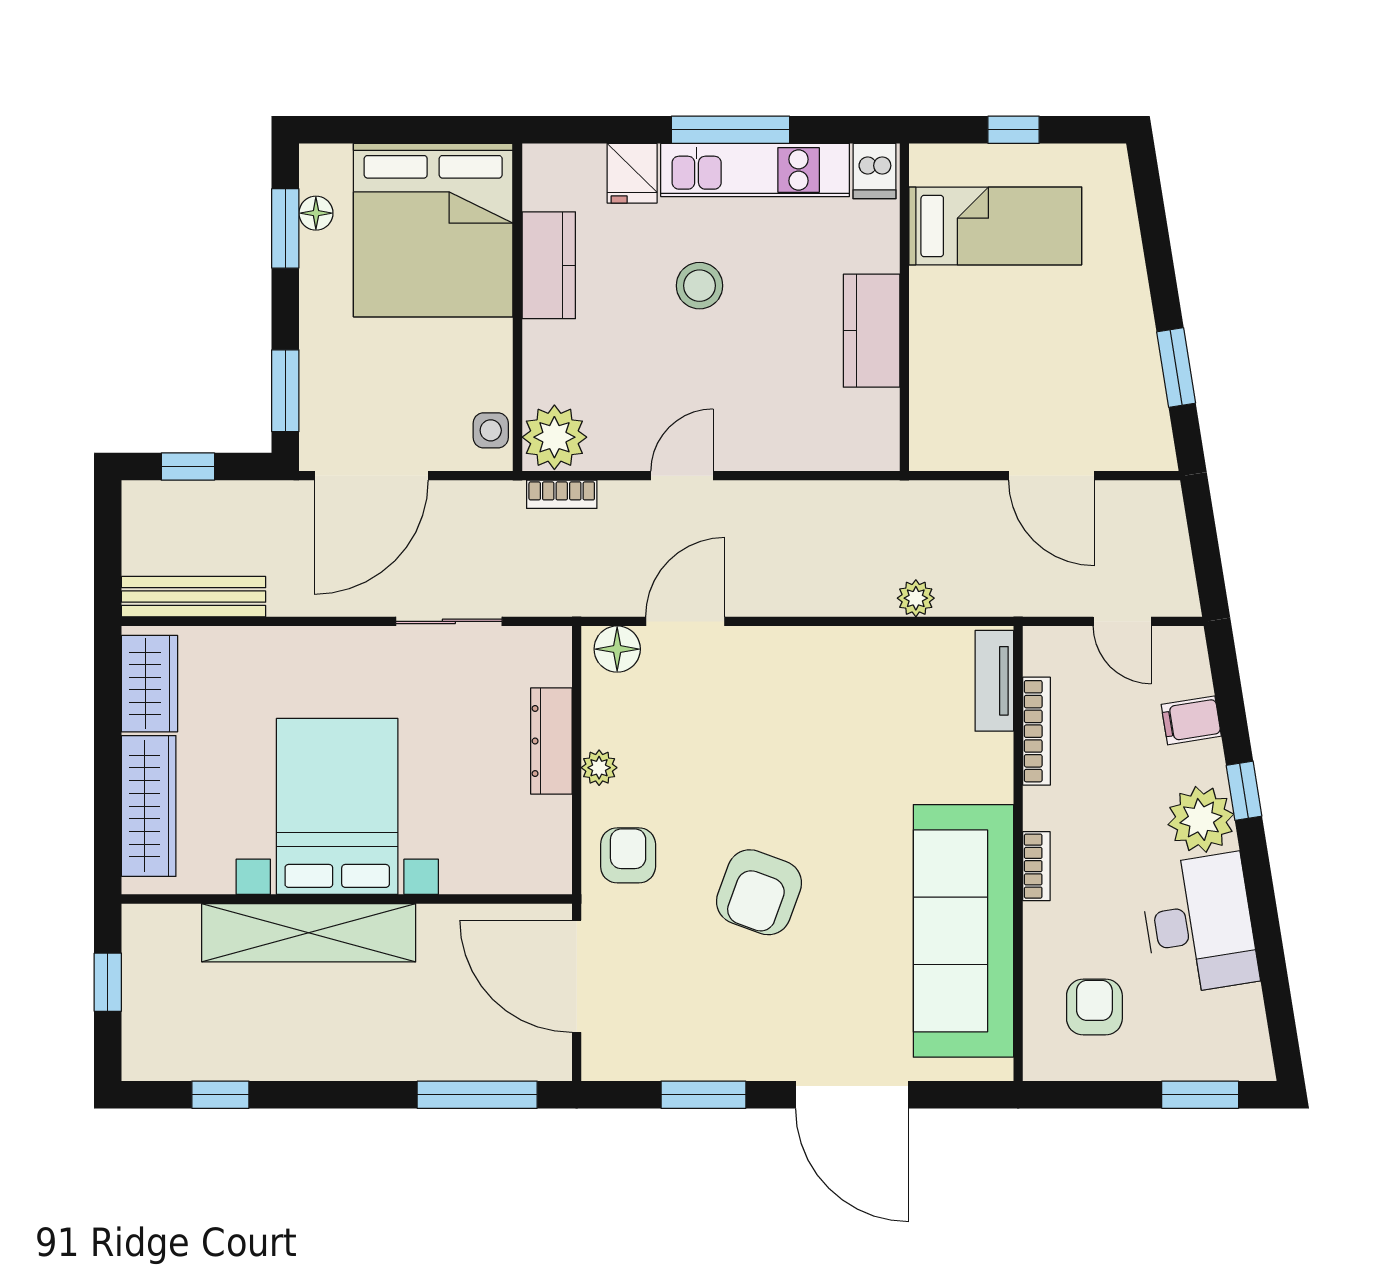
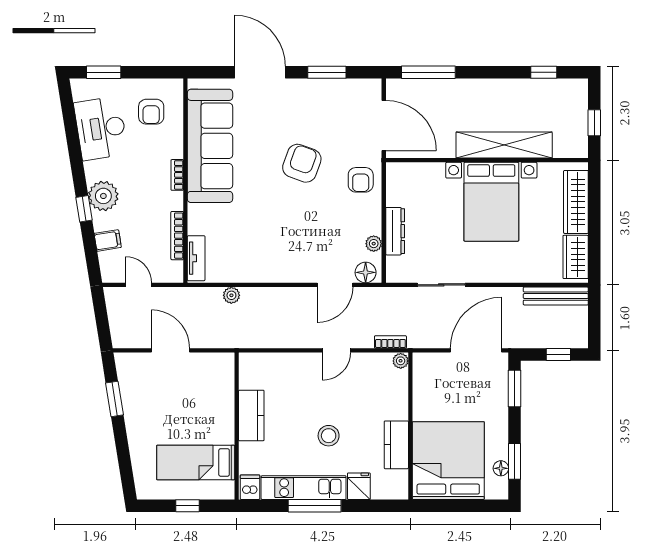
side table: (491, 430) -> (422, 371), removed
plant: (554, 437) -> (401, 361), width x0.53, depth x0.53
plant: (599, 768) -> (374, 244), moved
desk: (1199, 924) -> (101, 128), moved

